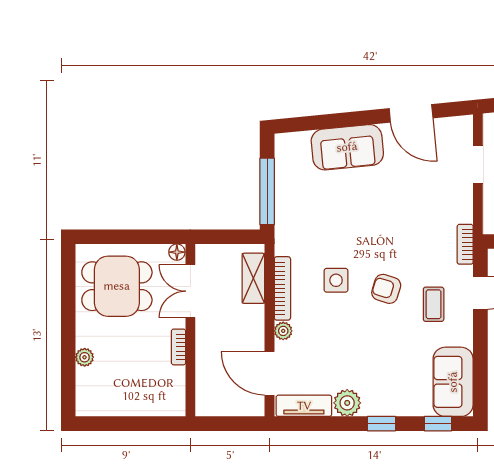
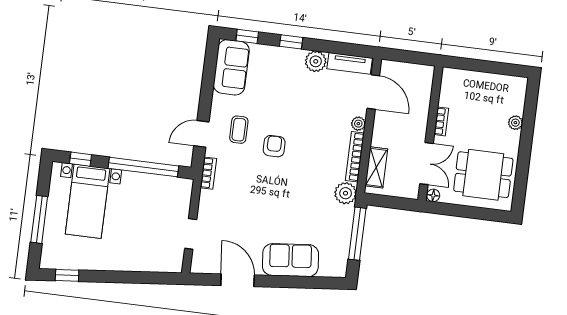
plant: (288, 241) -> (346, 193), added
side table: (336, 280) -> (312, 158), removed
armchair: (386, 289) -> (274, 146), turned -107

